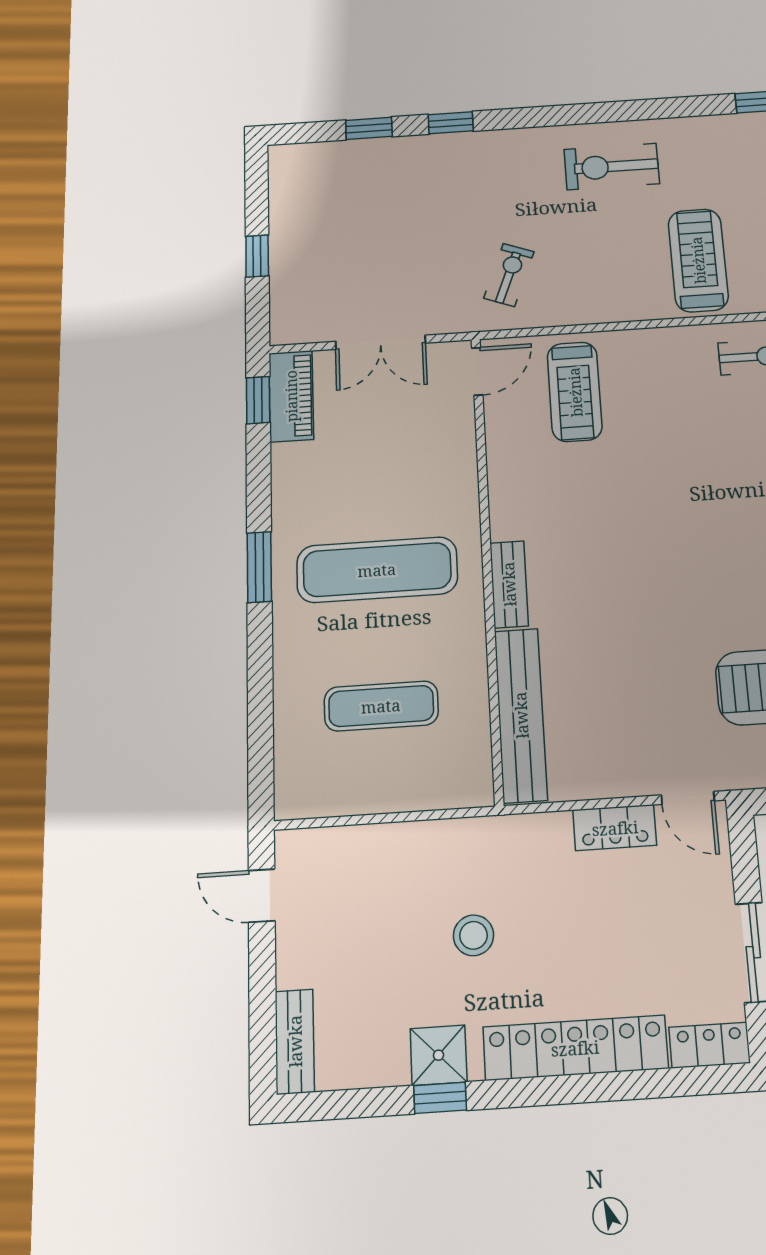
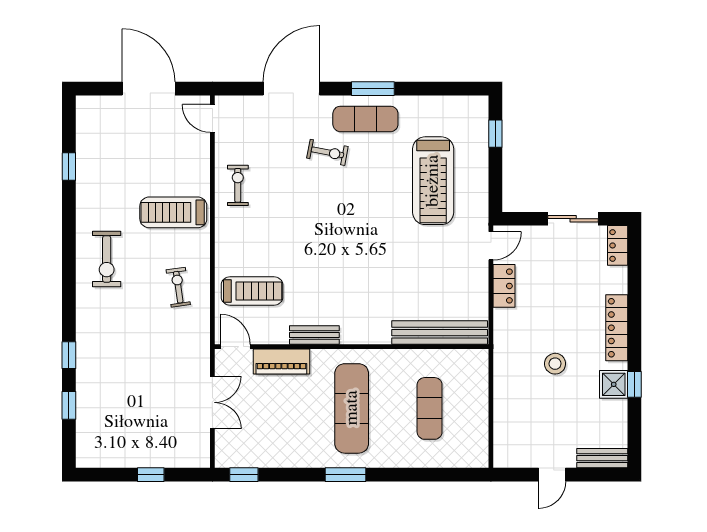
exercise bike: (509, 275) -> (178, 287), moved, turned 61
piano: (291, 396) -> (281, 361), moved, turned 180
bench: (509, 584) -> (314, 335), moved
door: (262, 896) -> (552, 475), moved
locker: (575, 1048) -> (617, 328), width x0.71, depth x0.83

